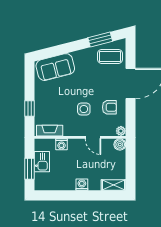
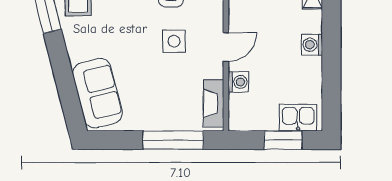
window: (30, 109) -> (173, 140), width x2.17
door: (93, 137) -> (226, 47), moved
kitchen sink: (42, 162) -> (298, 118), moved

